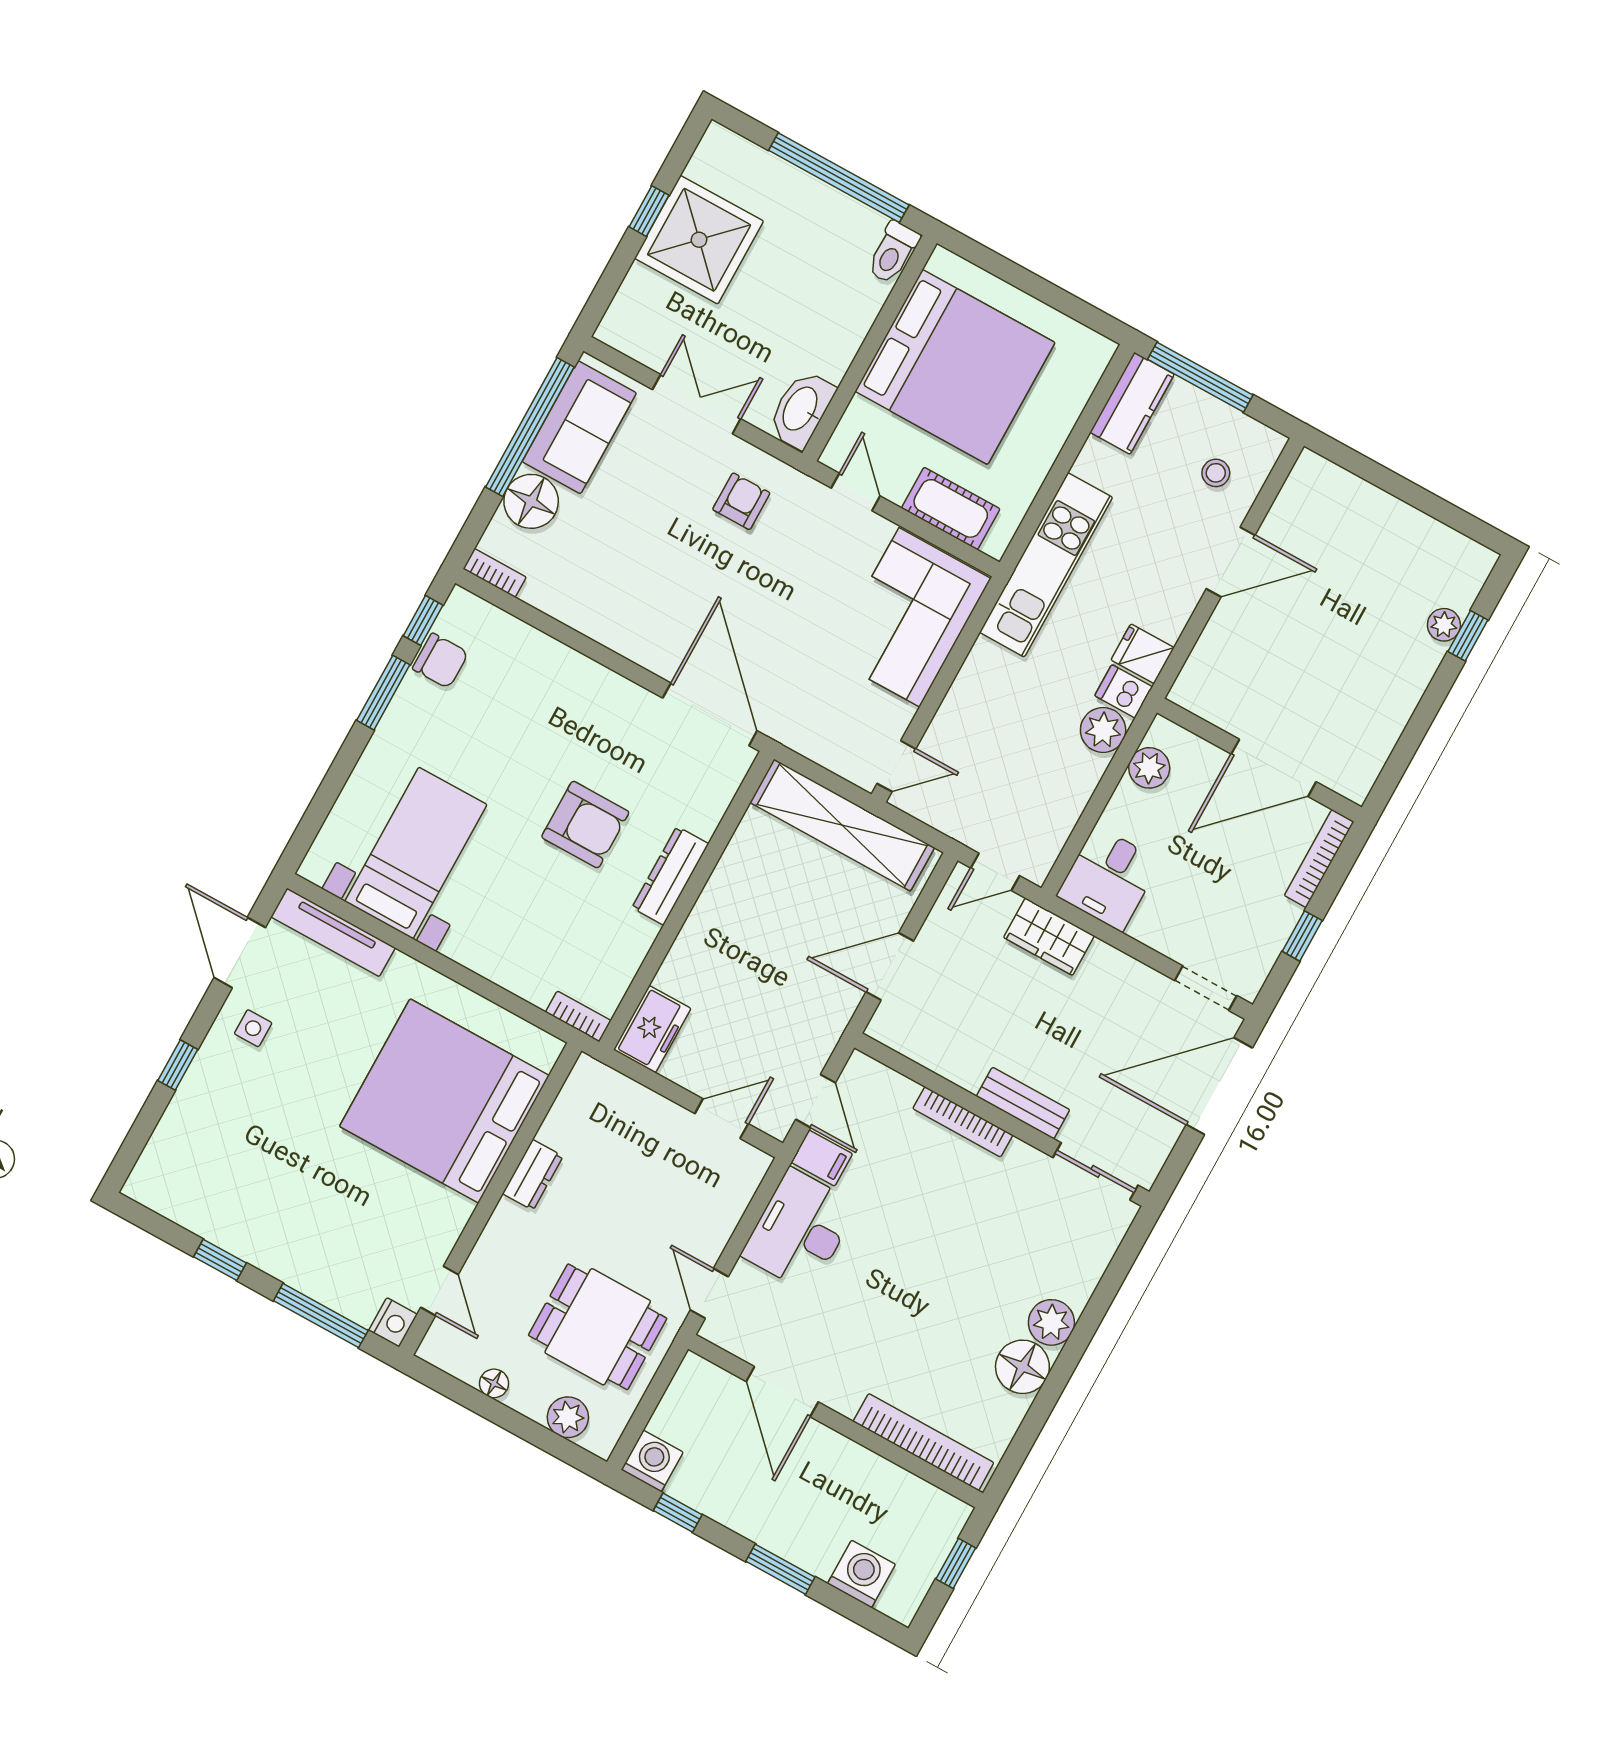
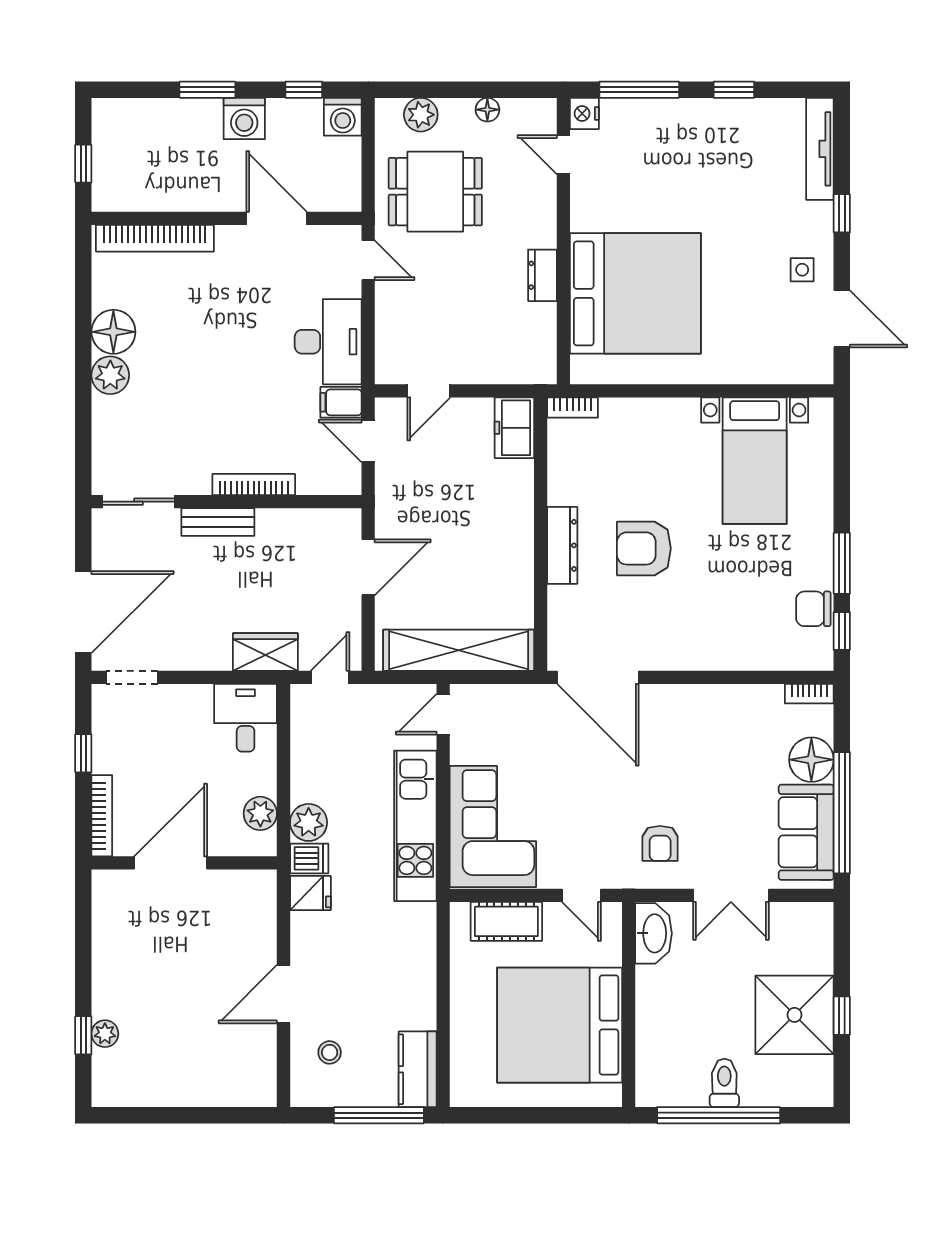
toilet: (893, 252) -> (724, 1083), moved
kitchen unit: (1046, 565) -> (415, 826), moved
tv unit: (333, 932) -> (820, 149), moved, turned -90
washing machine: (861, 1574) -> (244, 119), moved

